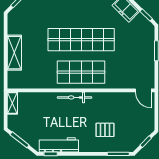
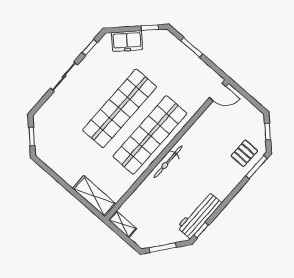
shelving: (14, 53) -> (94, 196), moved
shop shelf: (81, 72) -> (150, 135), width x1.40
pallet: (105, 130) -> (244, 153), moved

